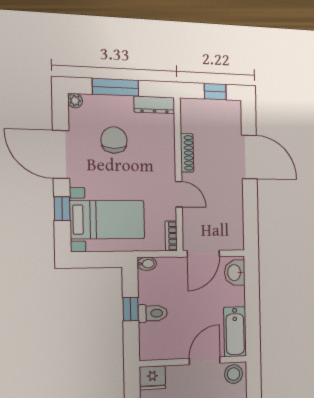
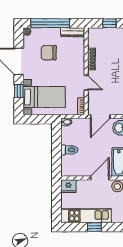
window: (116, 87) -> (50, 23), width x1.46
chair: (114, 140) -> (49, 53), turned -90
window: (131, 309) -> (56, 147), removed

